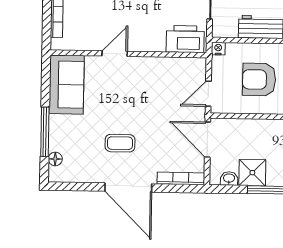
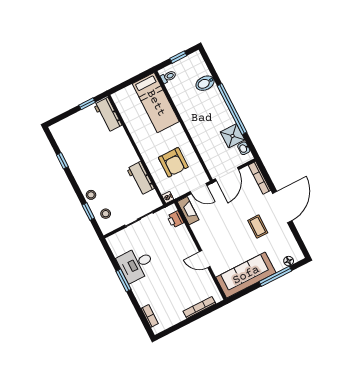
printer: (185, 39) -> (175, 219), width x0.53, depth x0.68
fireplace: (187, 65) -> (188, 211), added
sofa: (67, 85) -> (246, 275), width x1.36

